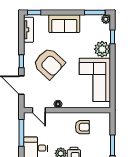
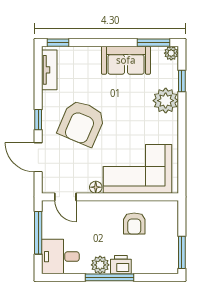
sofa: (64, 24) -> (126, 60), moved
armchair: (49, 63) -> (82, 123), turned 70
corner sofa: (95, 80) -> (138, 169), moved, turned 90
armchair: (82, 127) -> (134, 224), turned 90

